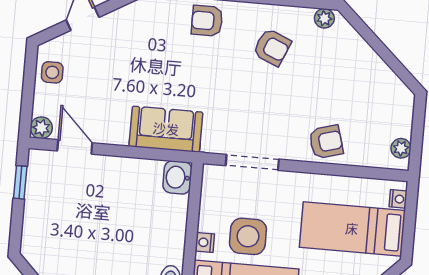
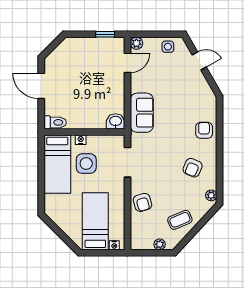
coffee table: (363, 78) -> (180, 220), added
plant: (401, 148) -> (160, 244), moved

